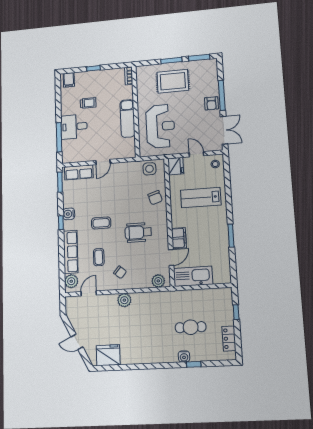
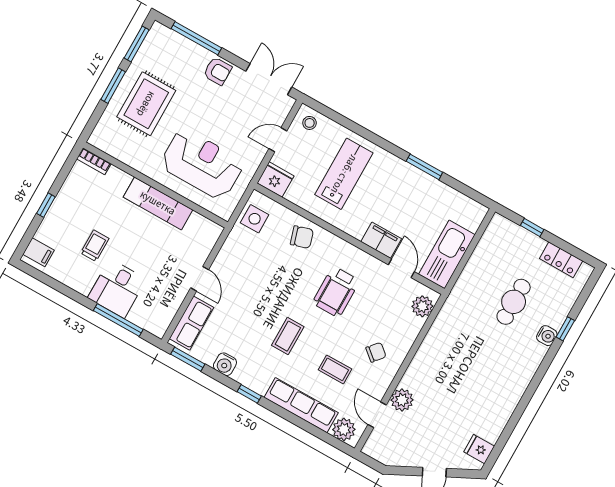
window: (222, 95) -> (196, 38), moved
lab bench: (201, 198) -> (344, 174), turned 180
water cooler: (69, 214) -> (225, 364), moved
plant: (124, 300) -> (402, 400), moved
fridge: (108, 355) -> (479, 449), width x0.53, depth x0.75

